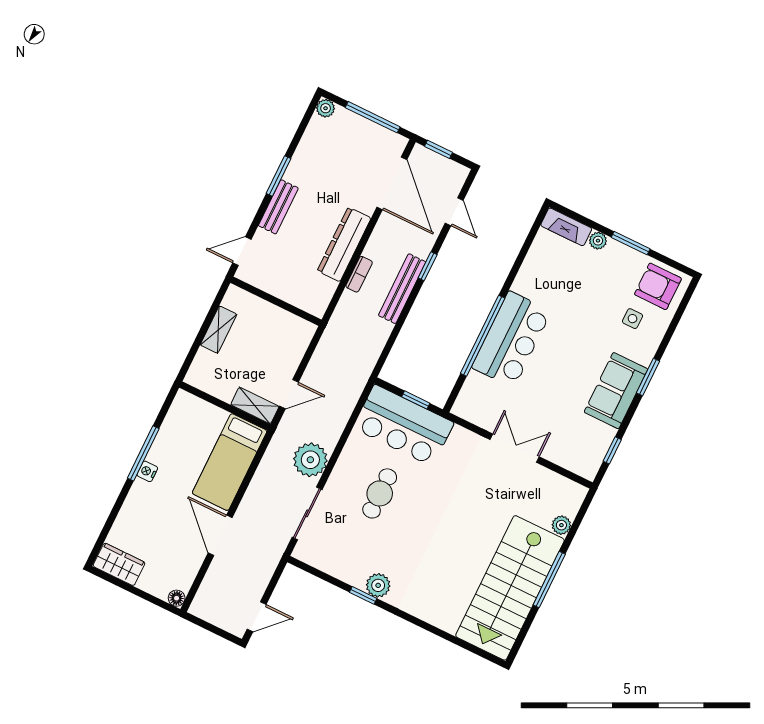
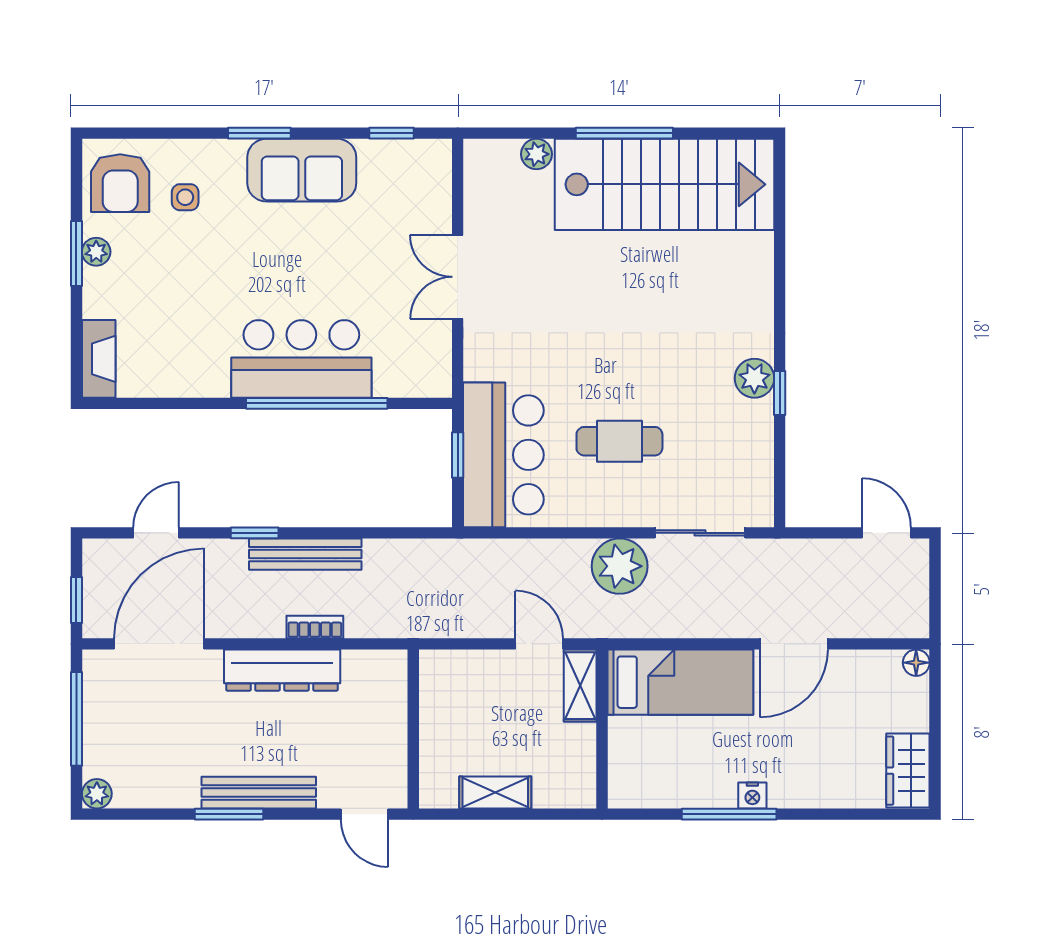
bench: (278, 207) -> (259, 793), width x1.36
plant: (598, 241) -> (96, 252), moved

